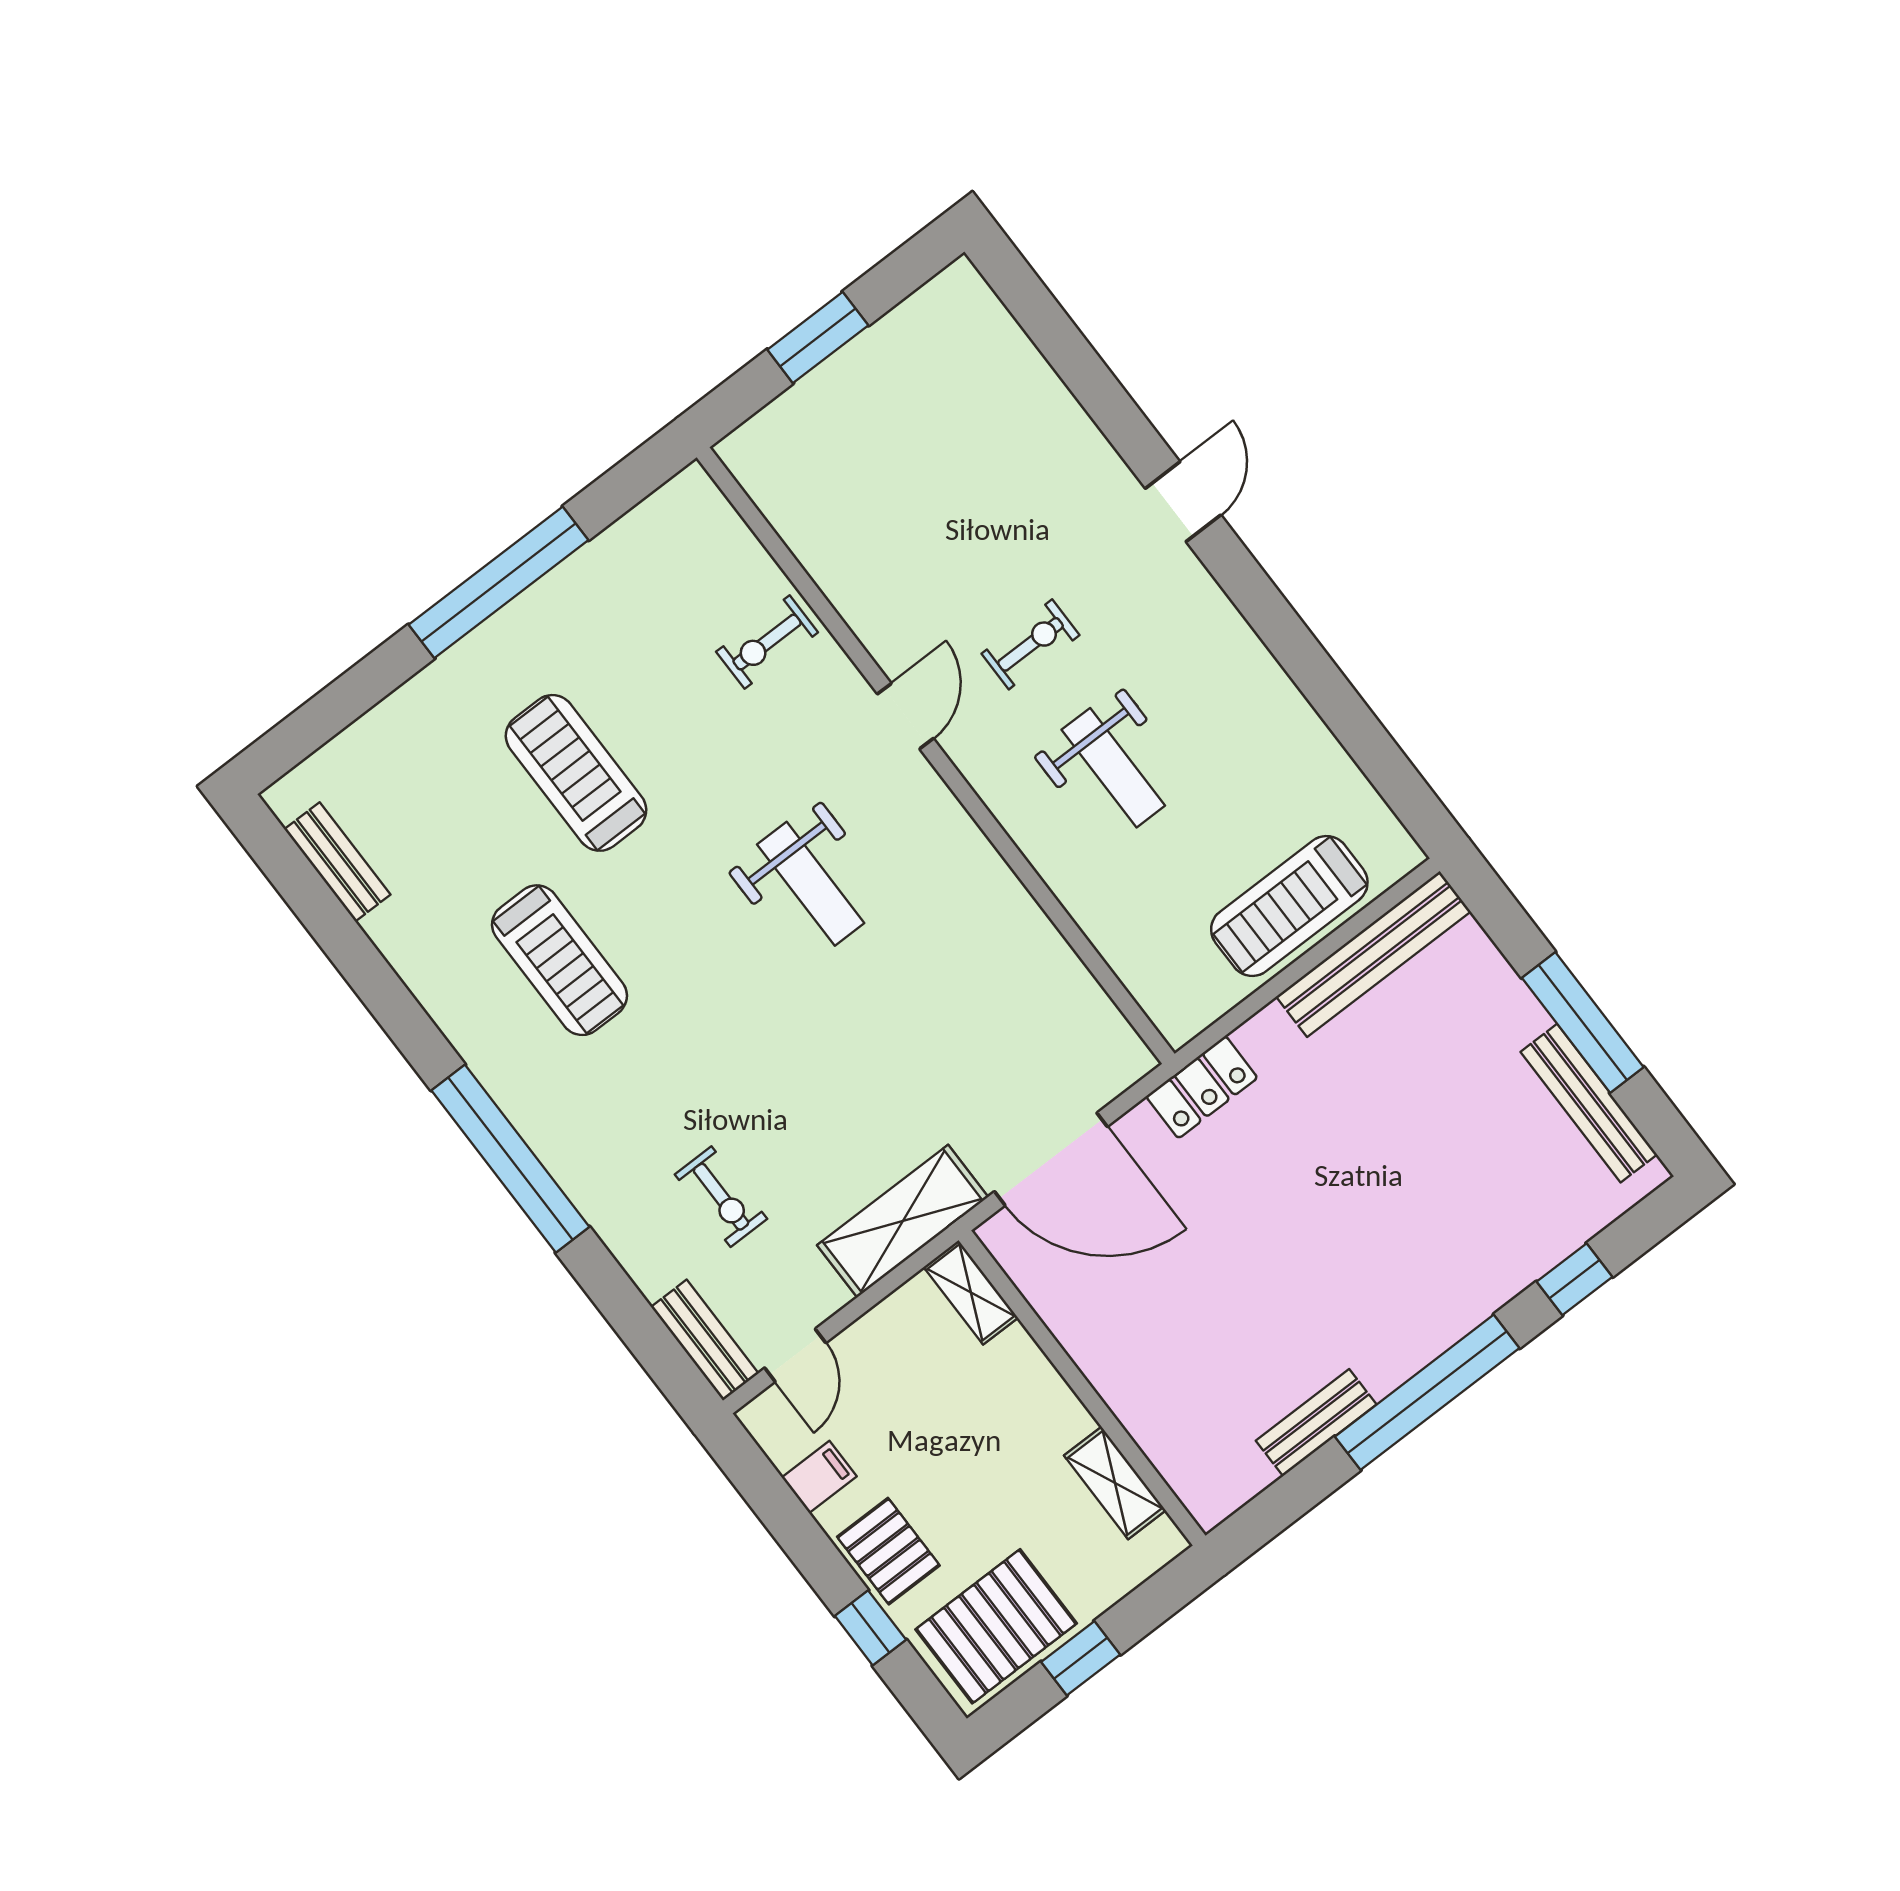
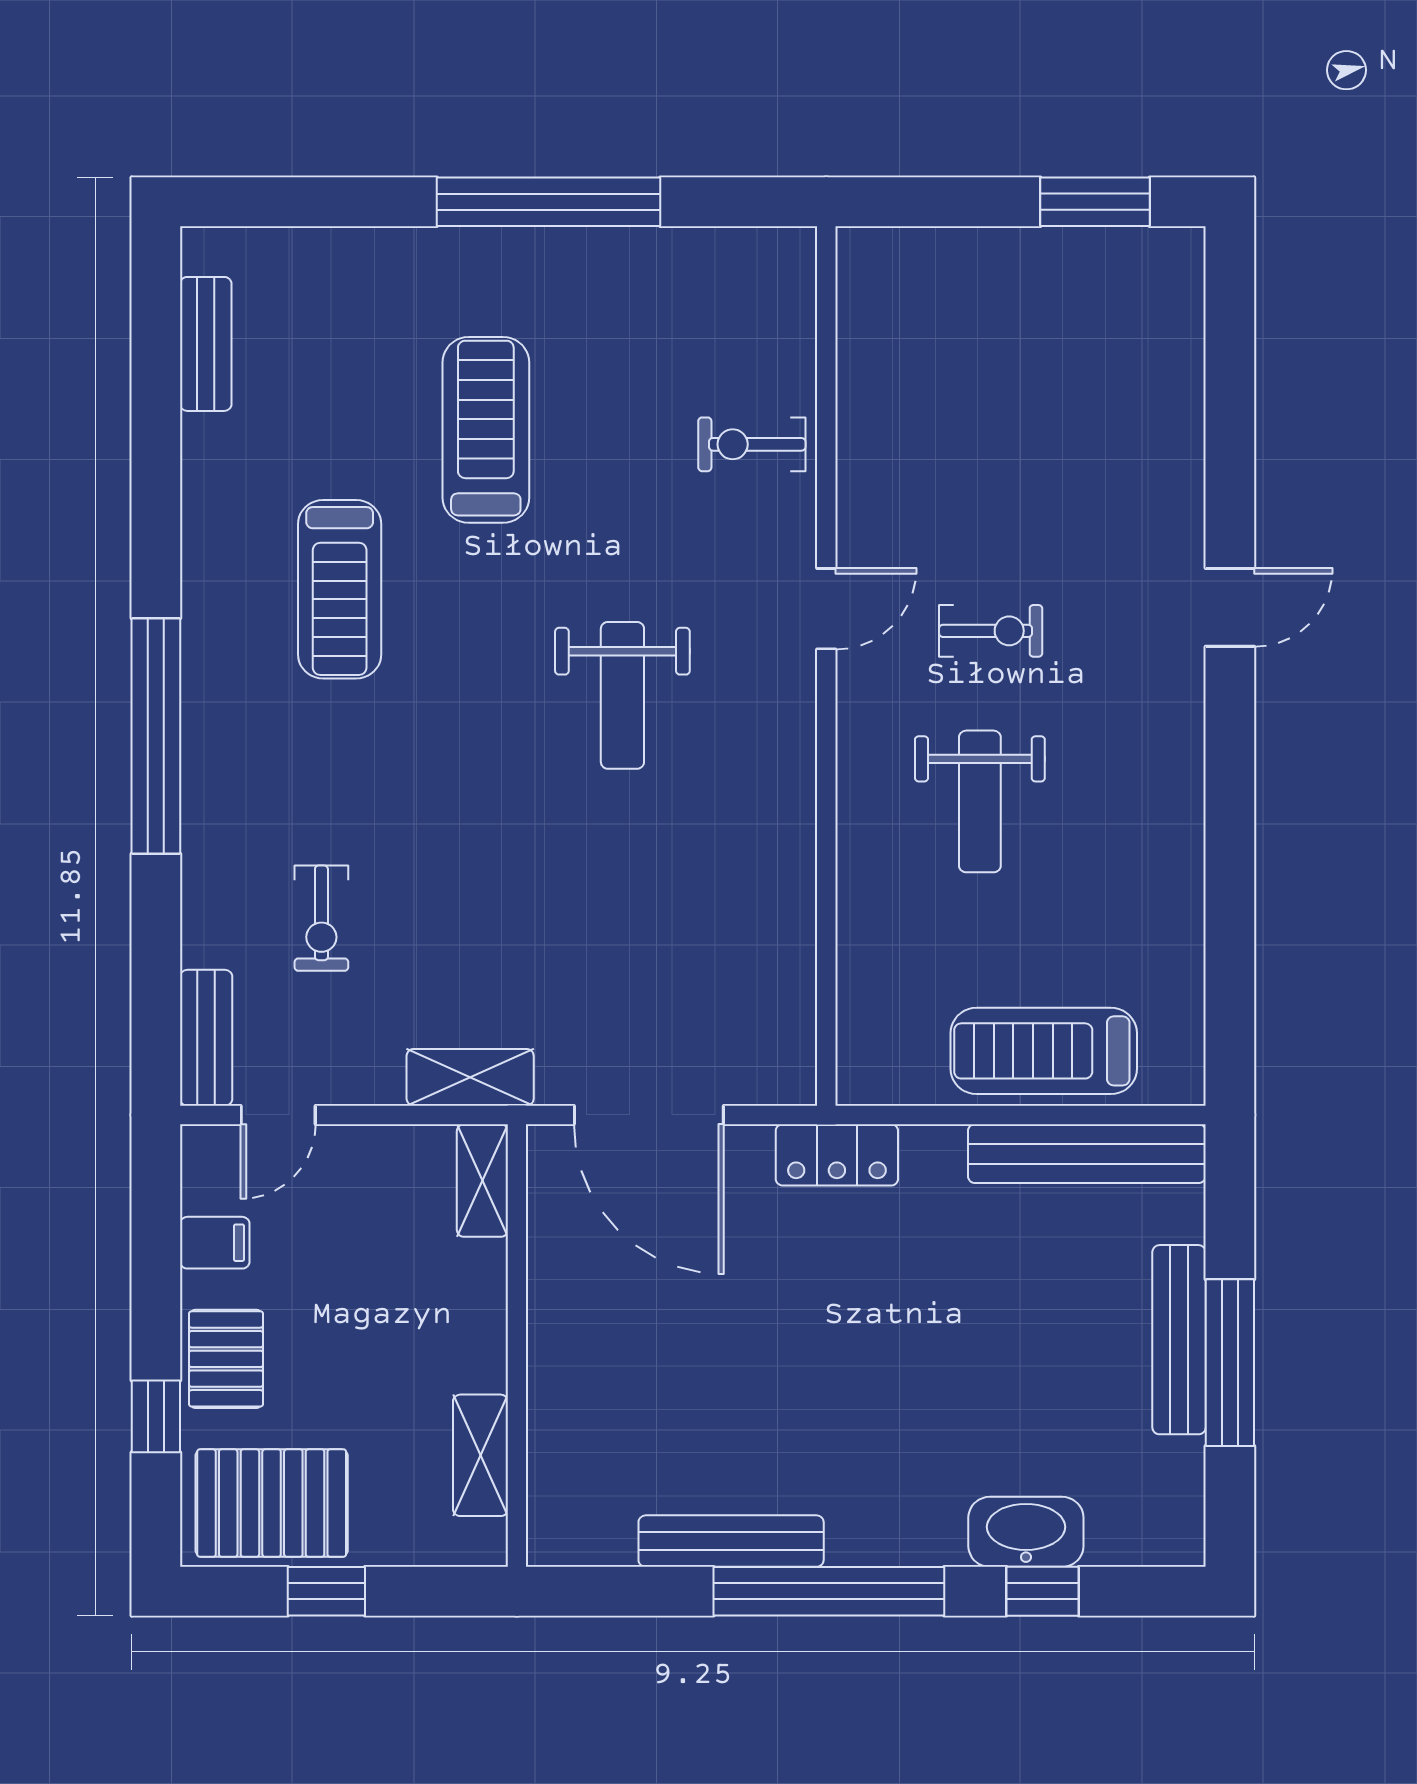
window: (818, 337) -> (1095, 202), moved
bench: (1589, 1103) -> (1179, 1340), moved
shelving: (903, 1221) -> (470, 1077), width x0.67, depth x0.75
washbasin: (1532, 1247) -> (1026, 1532), added
bench: (1316, 1422) -> (731, 1541), width x1.36

